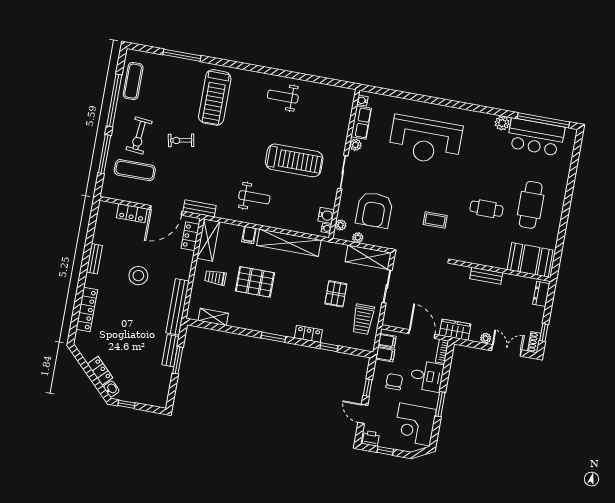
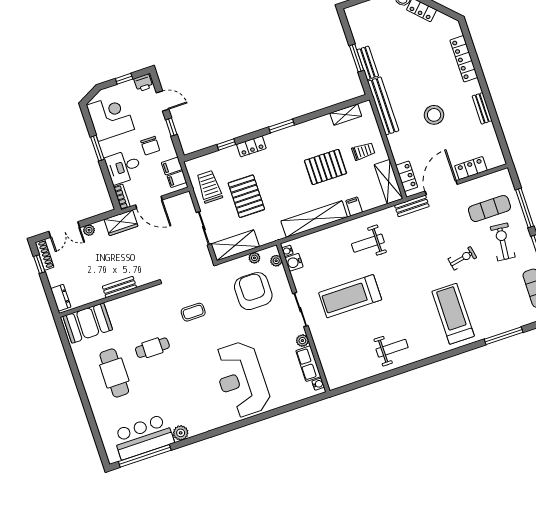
reception desk: (425, 140) -> (241, 379), turned -90
pallet: (336, 294) -> (246, 196), width x1.50, depth x1.42
shoe rack: (534, 342) -> (44, 255), width x1.43

